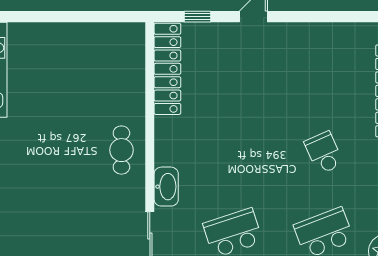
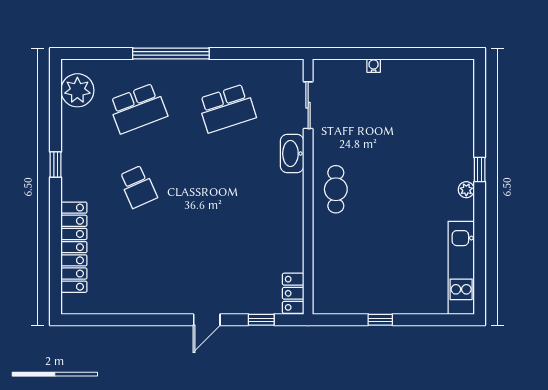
window: (76, 17) -> (380, 320), added
locker: (167, 69) -> (293, 293), width x0.46, depth x0.83

